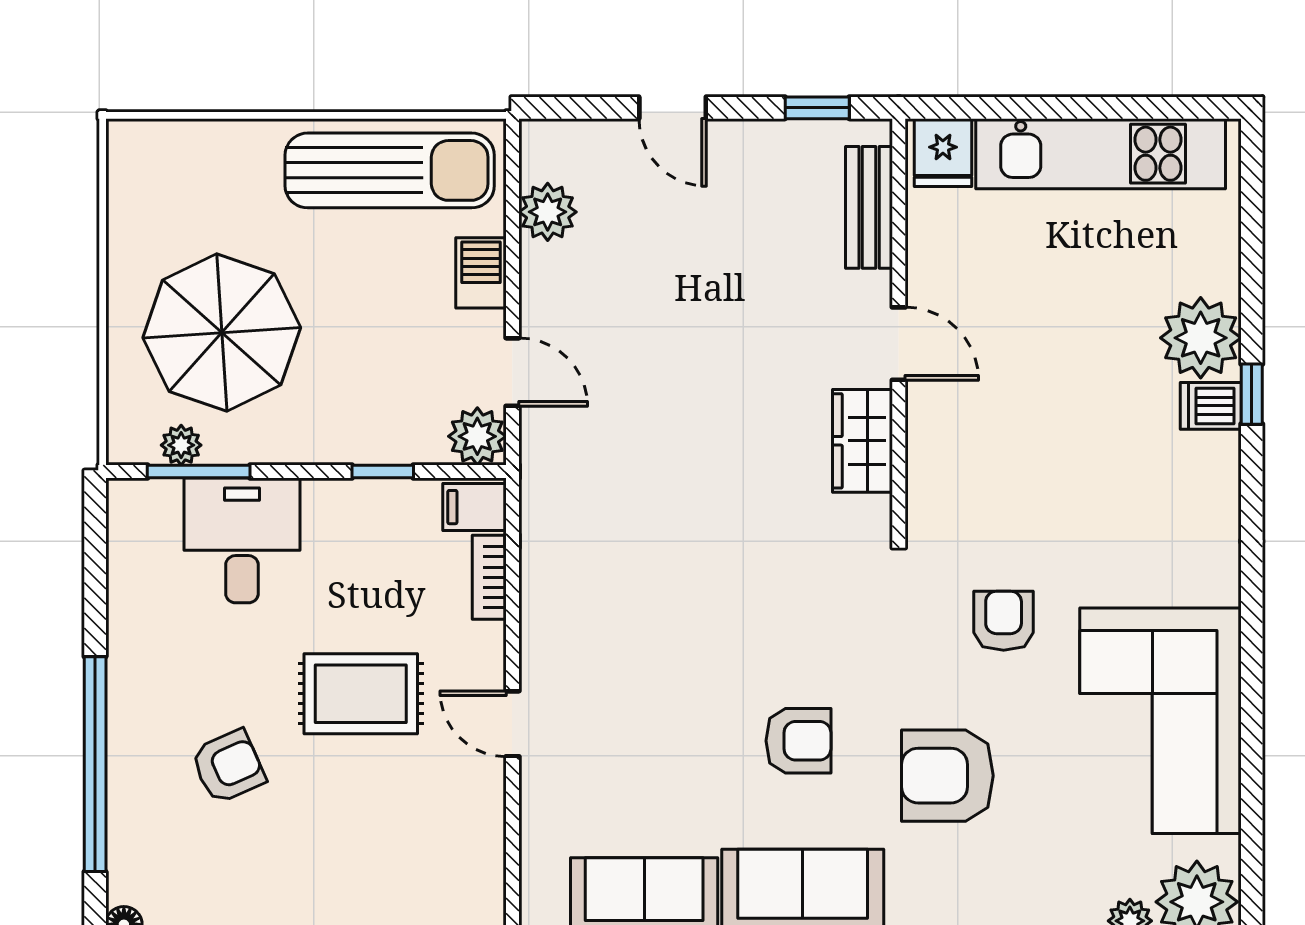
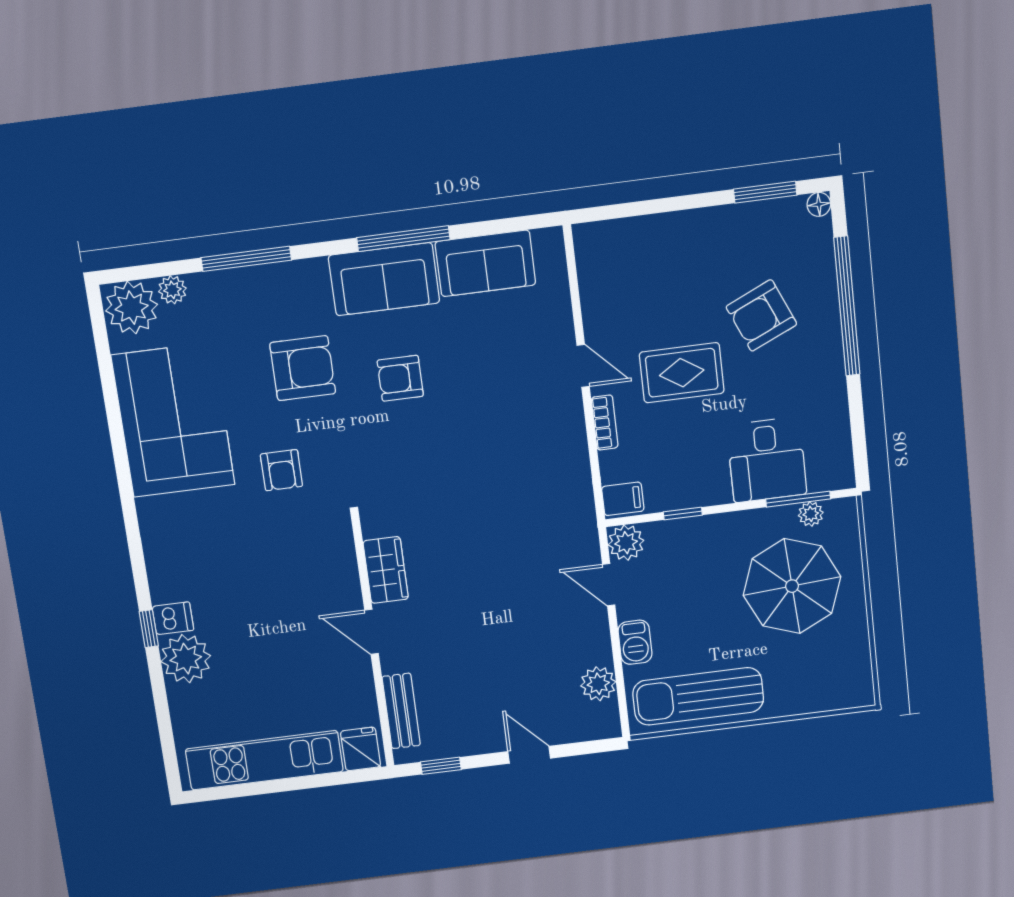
bookcase: (489, 577) -> (605, 422), moved
armchair: (228, 767) -> (761, 315), width x1.38, depth x1.38

